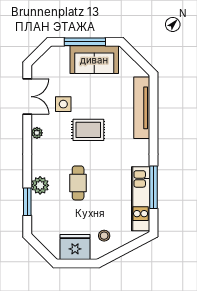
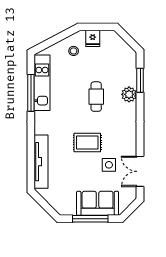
sofa: (94, 60) -> (98, 203), moved
plant: (37, 133) -> (132, 140), removed
fridge: (75, 247) -> (93, 38), width x0.53, depth x0.75

